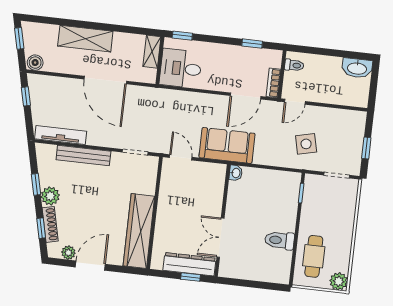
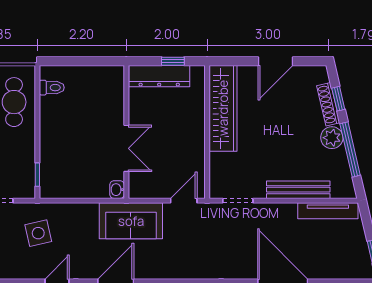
door: (181, 157) -> (184, 201), swing flipped
window: (36, 184) -> (350, 149), width x2.17
double door: (220, 238) -> (126, 148), moved
toilet: (279, 240) -> (52, 88), moved, width x0.73, depth x0.72
plant: (68, 253) -> (303, 74), removed
window: (190, 277) -> (173, 61), moved

